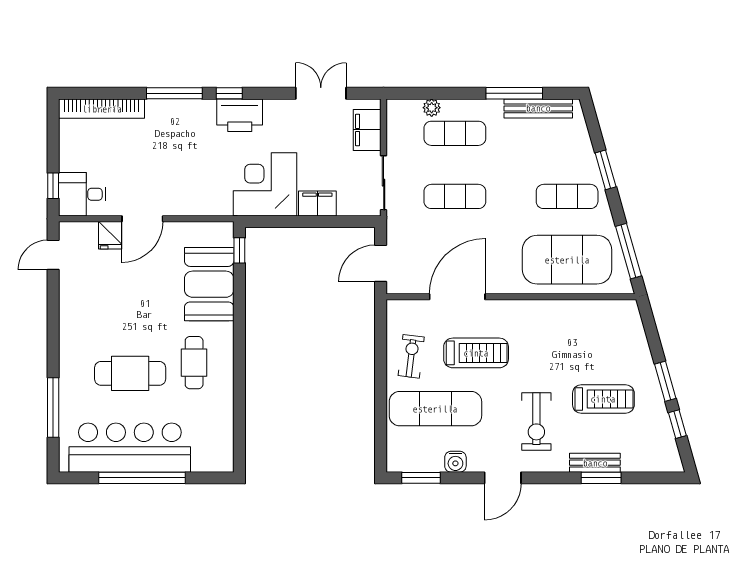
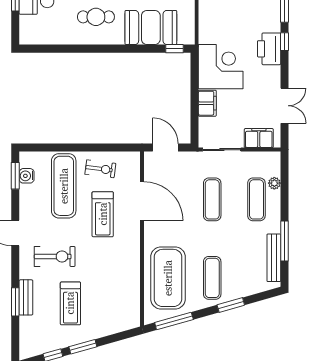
exercise bike: (536, 422) -> (55, 256), turned 180
water cooler: (455, 462) -> (27, 176), moved

